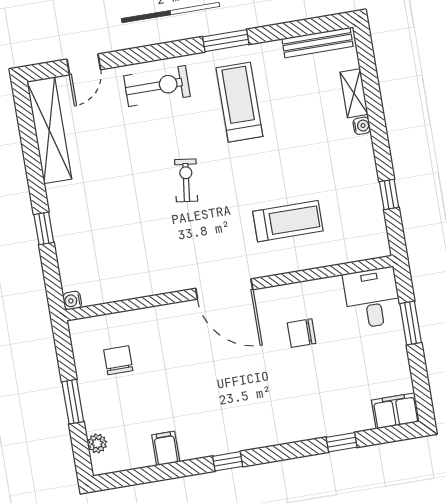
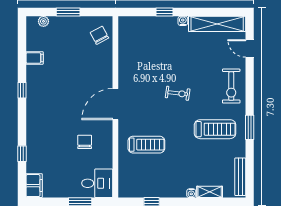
treadmill: (288, 221) -> (146, 145), turned -90
water cooler: (72, 301) -> (183, 21), moved
chair: (118, 360) -> (99, 35), moved, turned -118

